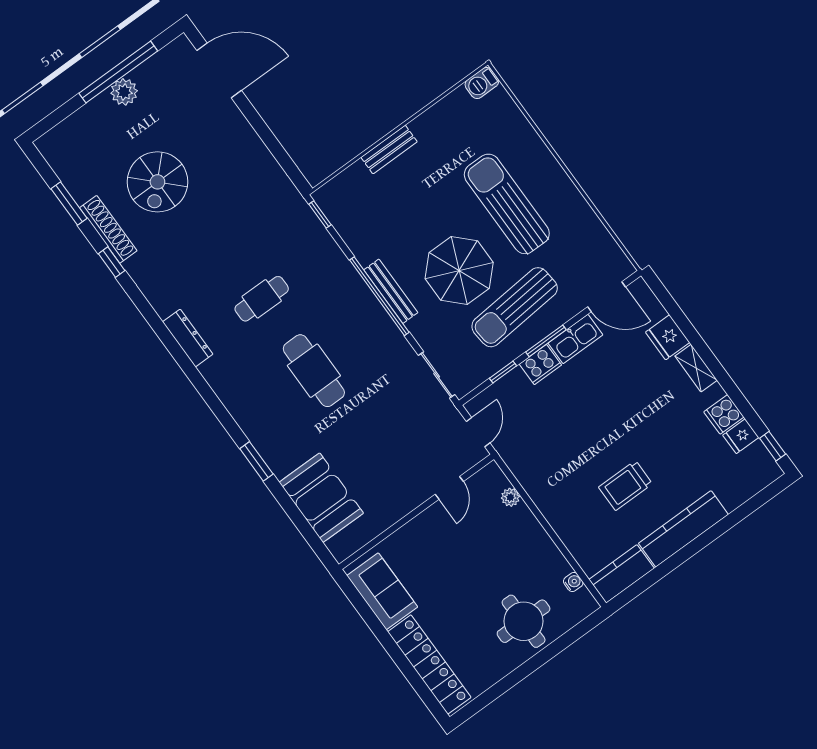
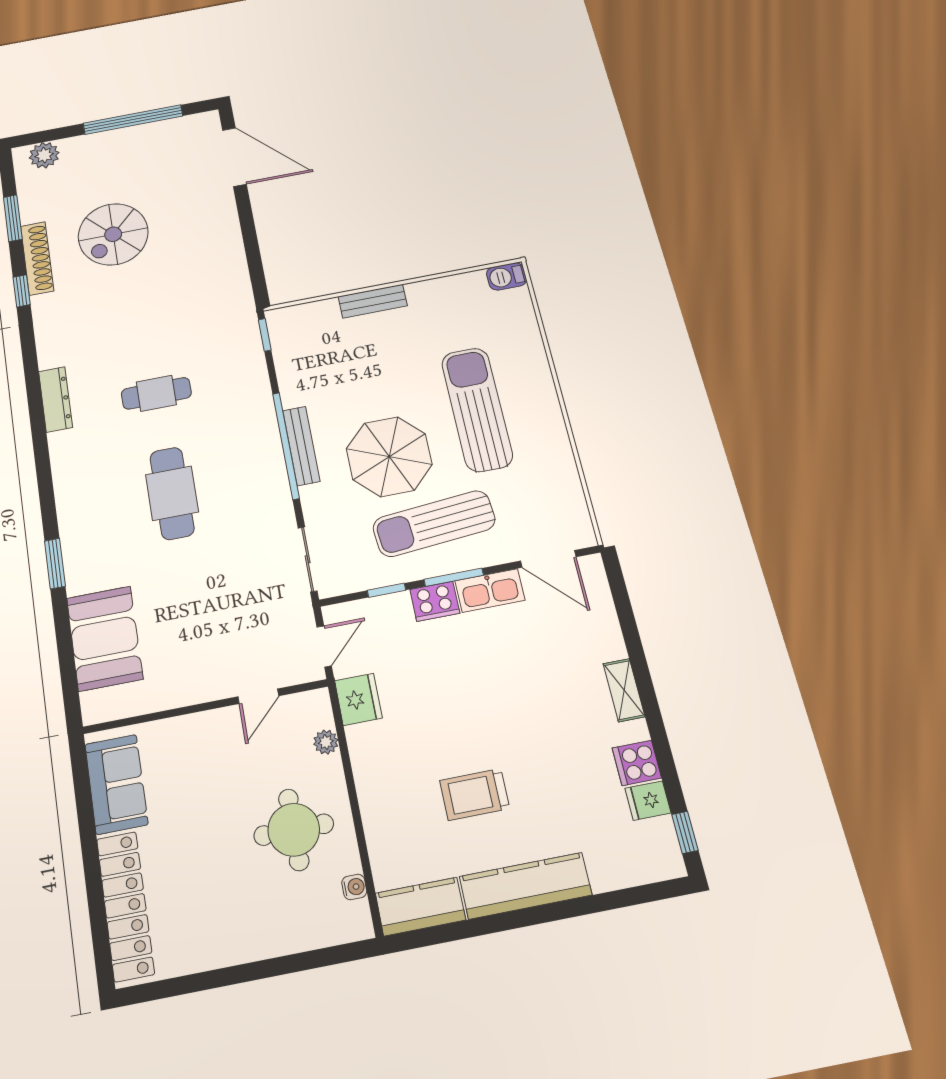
plant: (124, 92) -> (44, 155), moved
fridge: (668, 337) -> (358, 699), moved, turned 180
round table: (524, 621) -> (294, 830), moved

